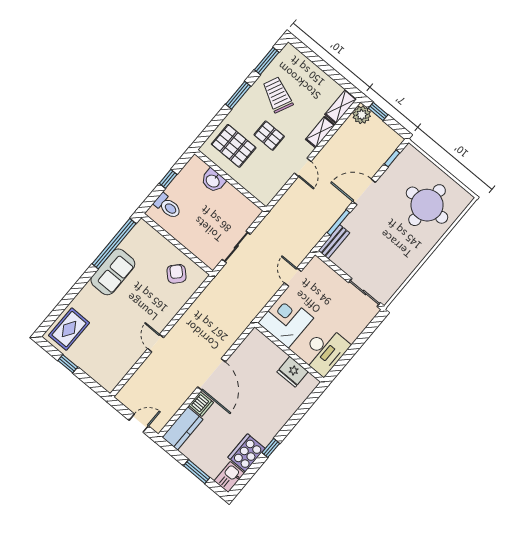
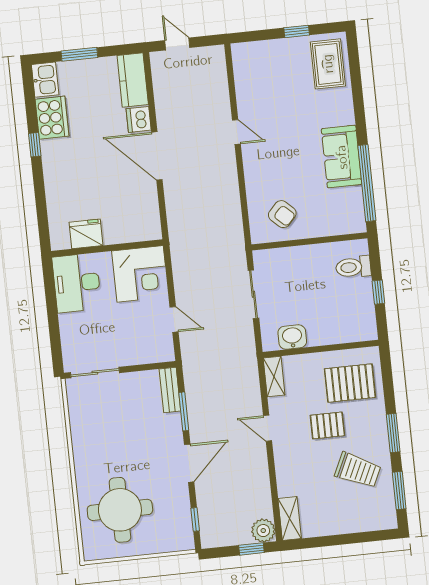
shelving: (320, 132) -> (274, 377), moved
washbasin: (213, 181) -> (292, 337), moved
door: (139, 423) -> (177, 44), swing flipped

